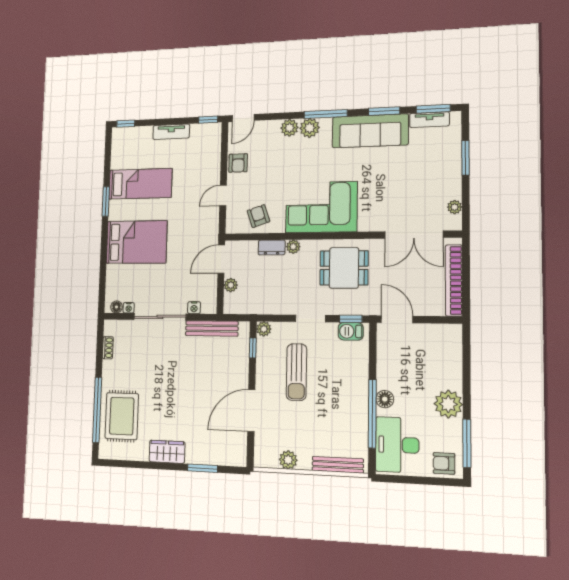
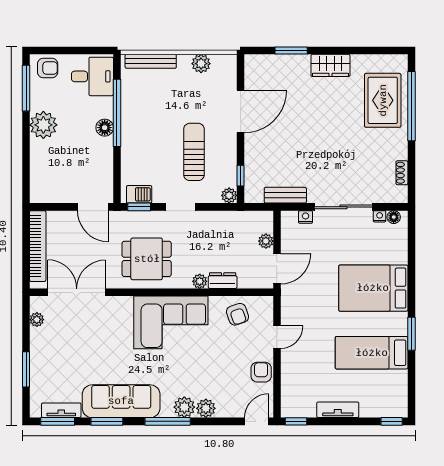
bench: (212, 328) -> (285, 195), width x0.73
desk: (397, 445) -> (92, 76), width x0.73

